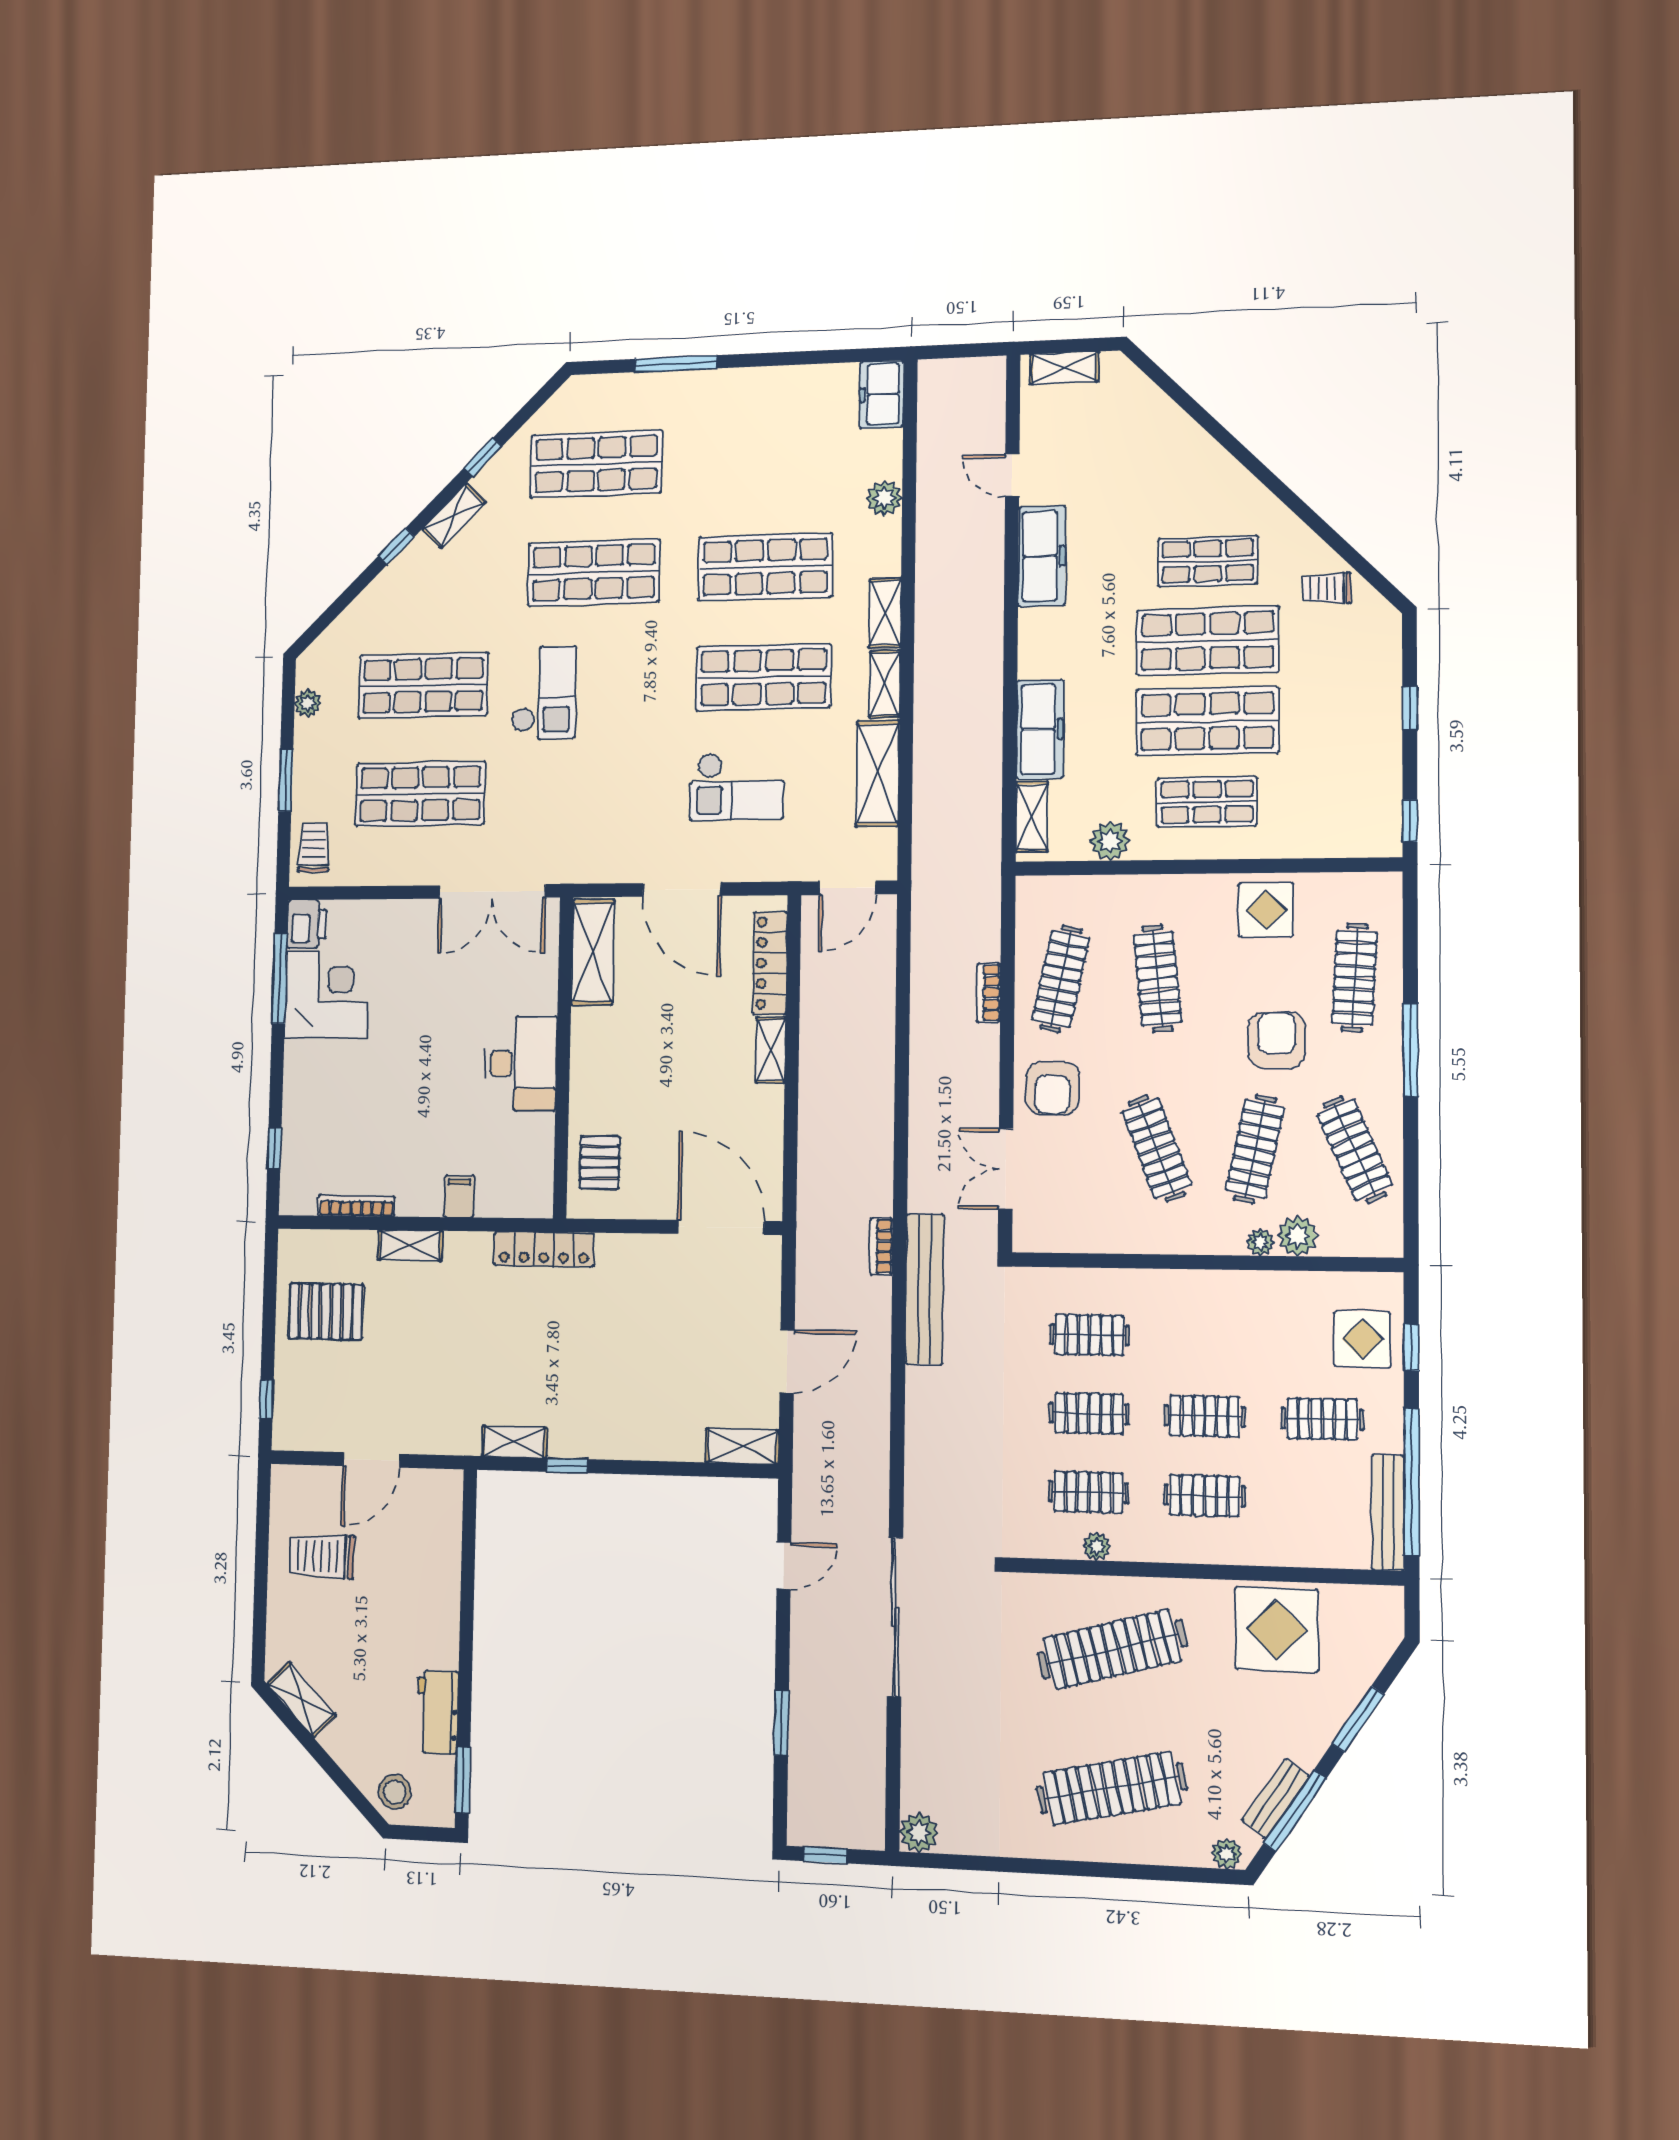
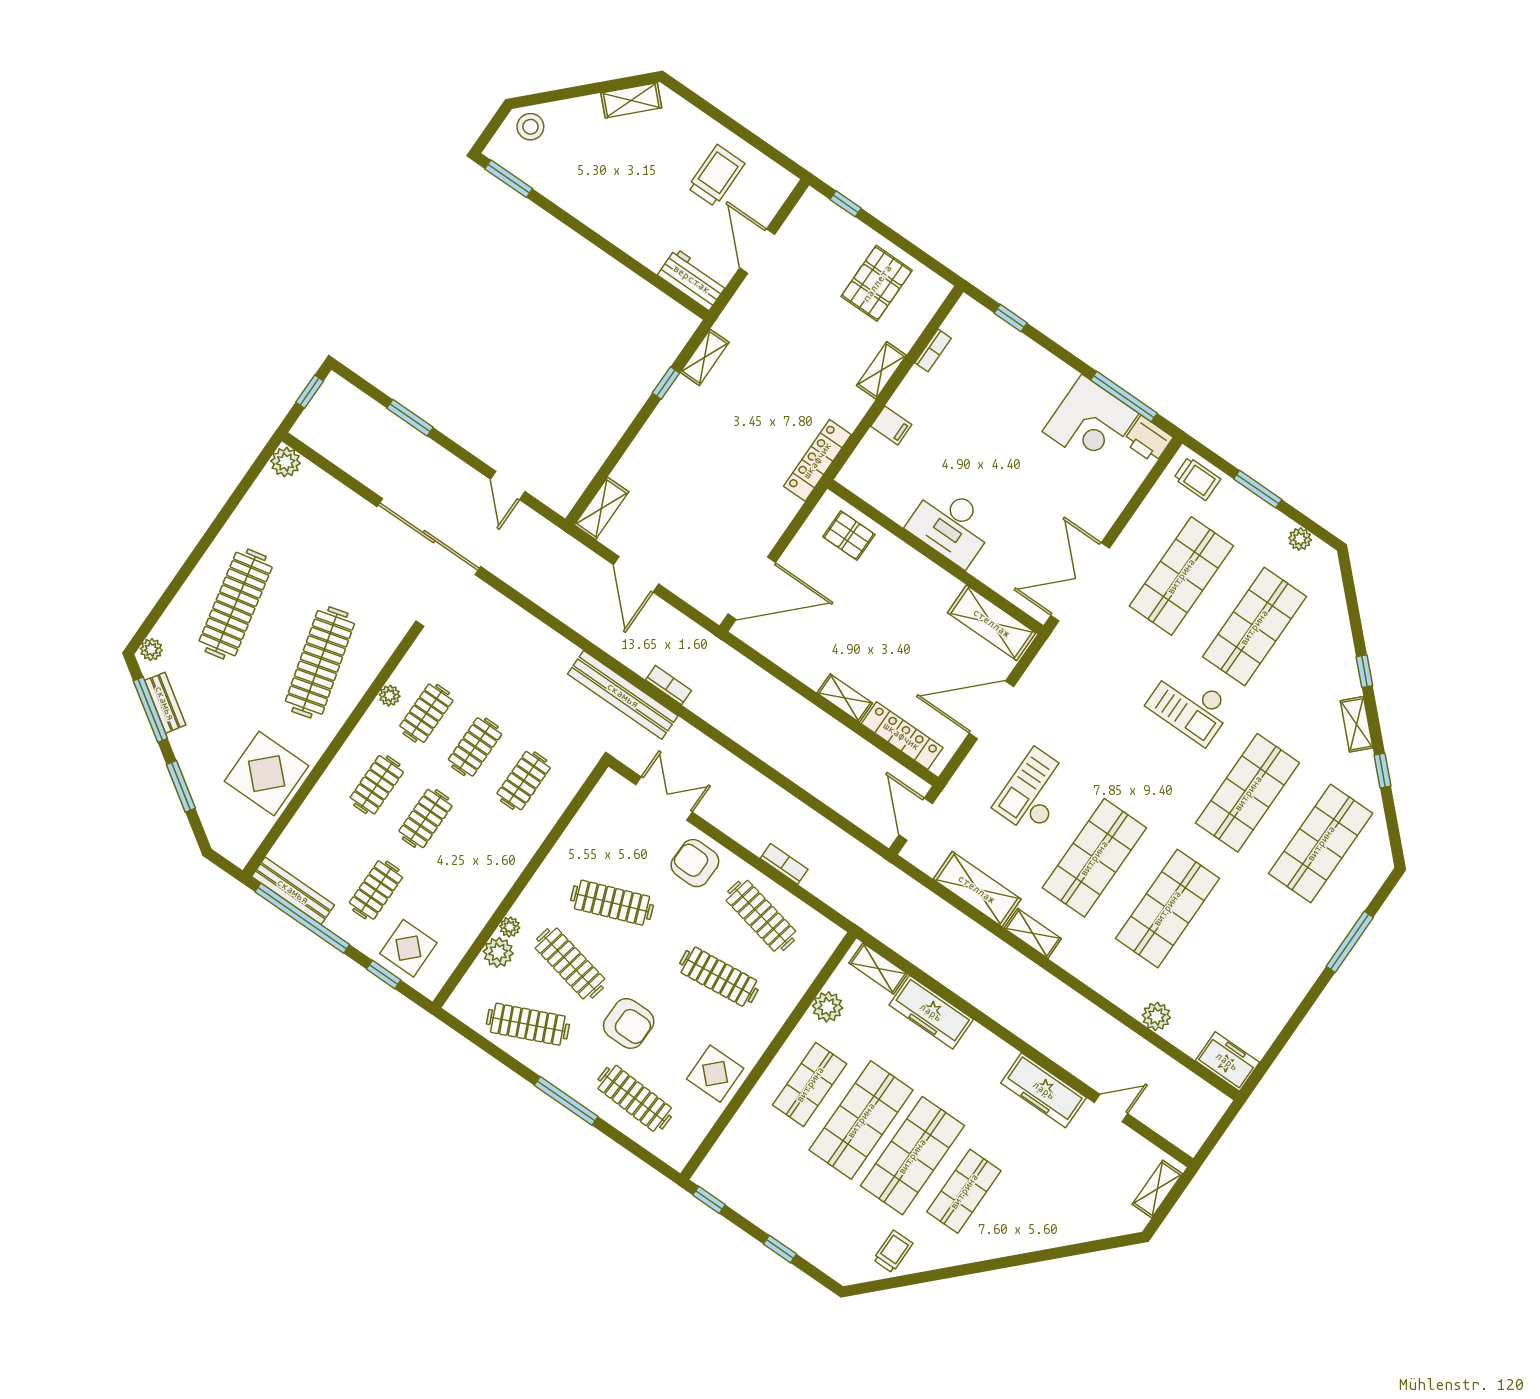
shelving: (885, 613) -> (1079, 965), removed
bookcase: (356, 1206) -> (933, 350), width x0.64
workbench: (438, 1712) -> (692, 279), moved

